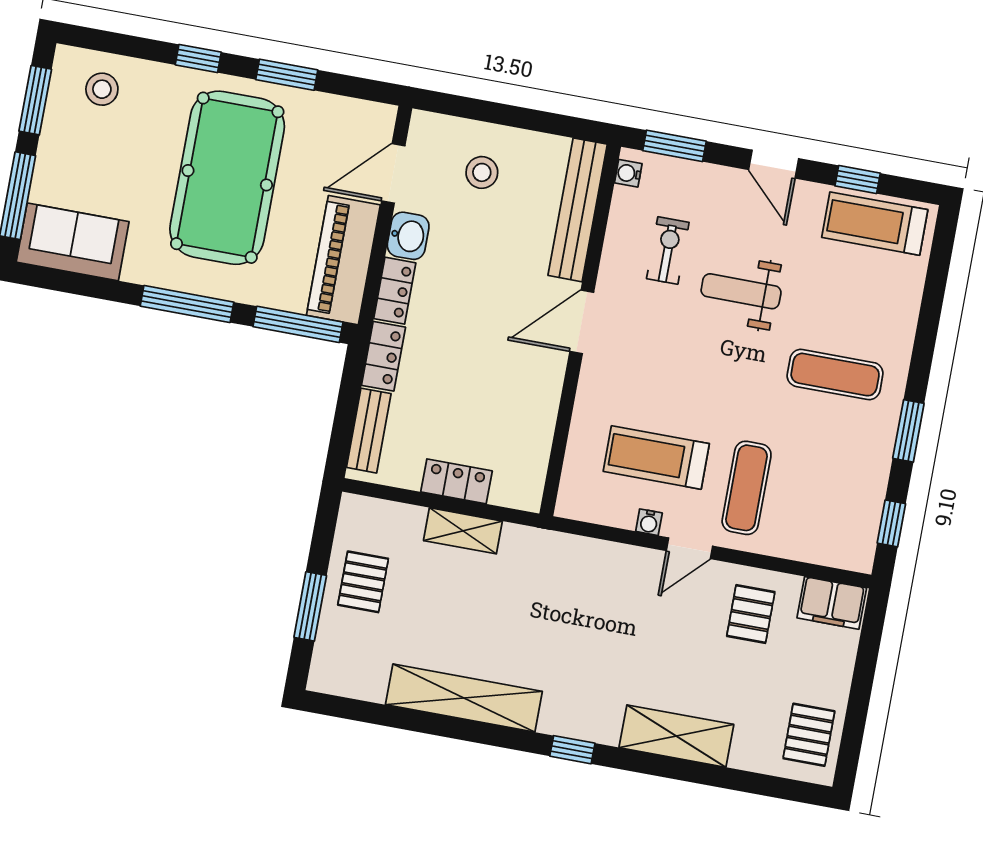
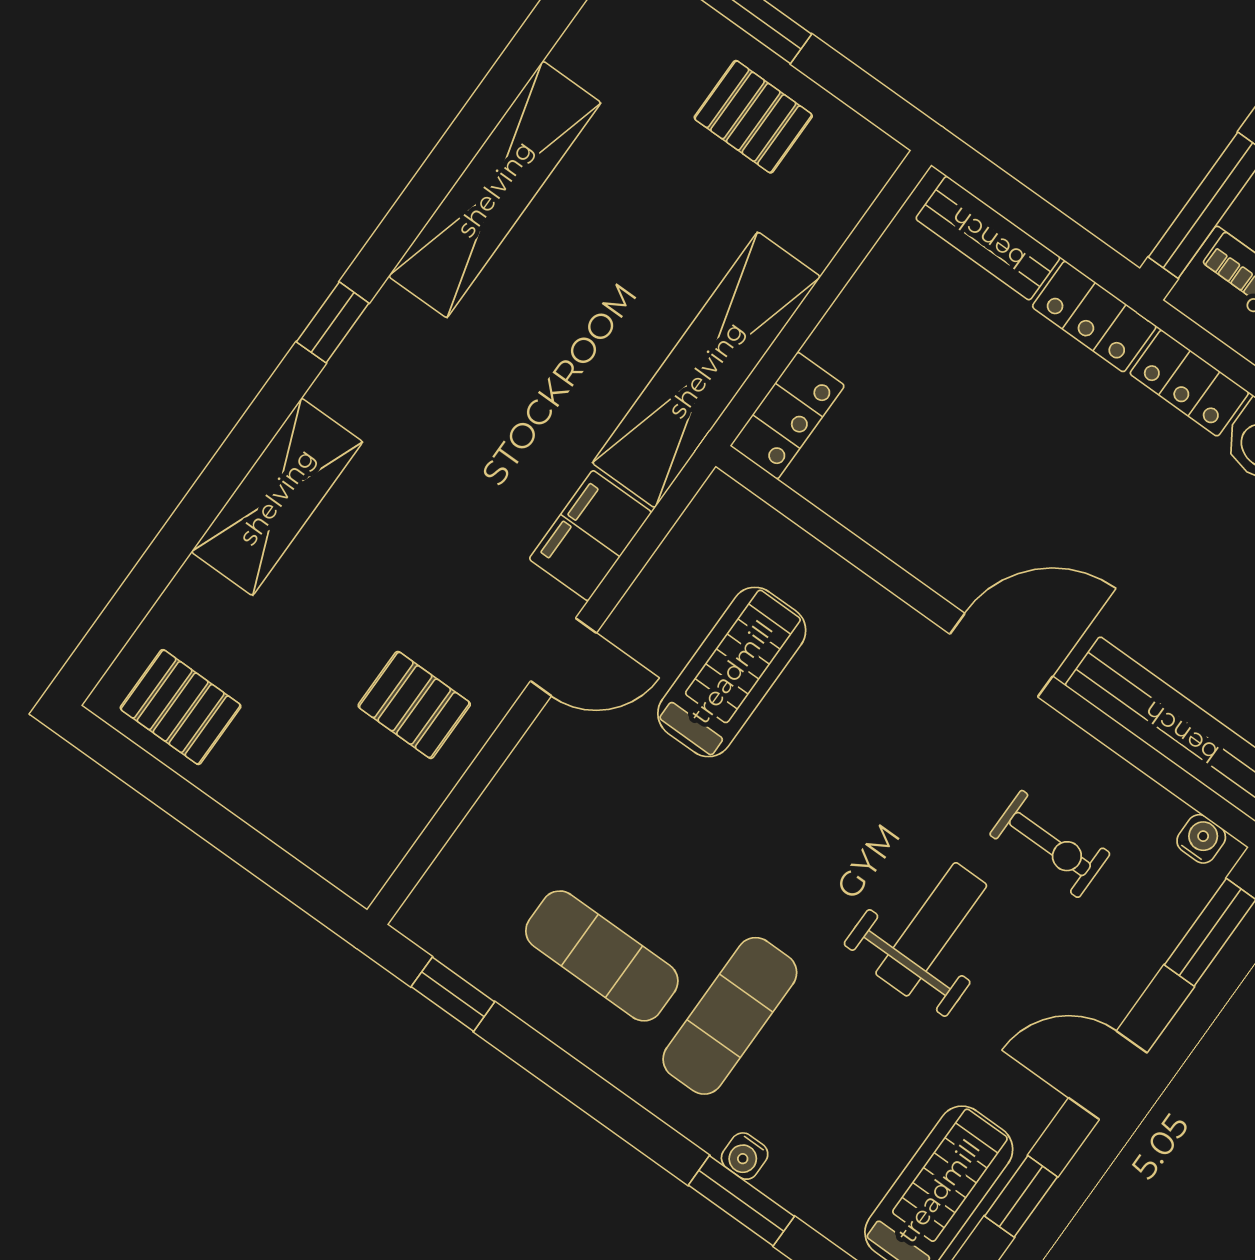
door: (582, 322) -> (1001, 655), hinge flipped
window: (908, 431) -> (741, 1201), moved
locker: (456, 481) -> (787, 416), moved
exercise mat: (747, 488) -> (602, 956), moved
water cooler: (649, 522) -> (745, 1156), moved, turned -90
shelving: (463, 531) -> (706, 370), width x2.20, depth x1.33
door: (690, 548) -> (564, 657), swing flipped
filing cabinet: (832, 603) -> (590, 536), moved

